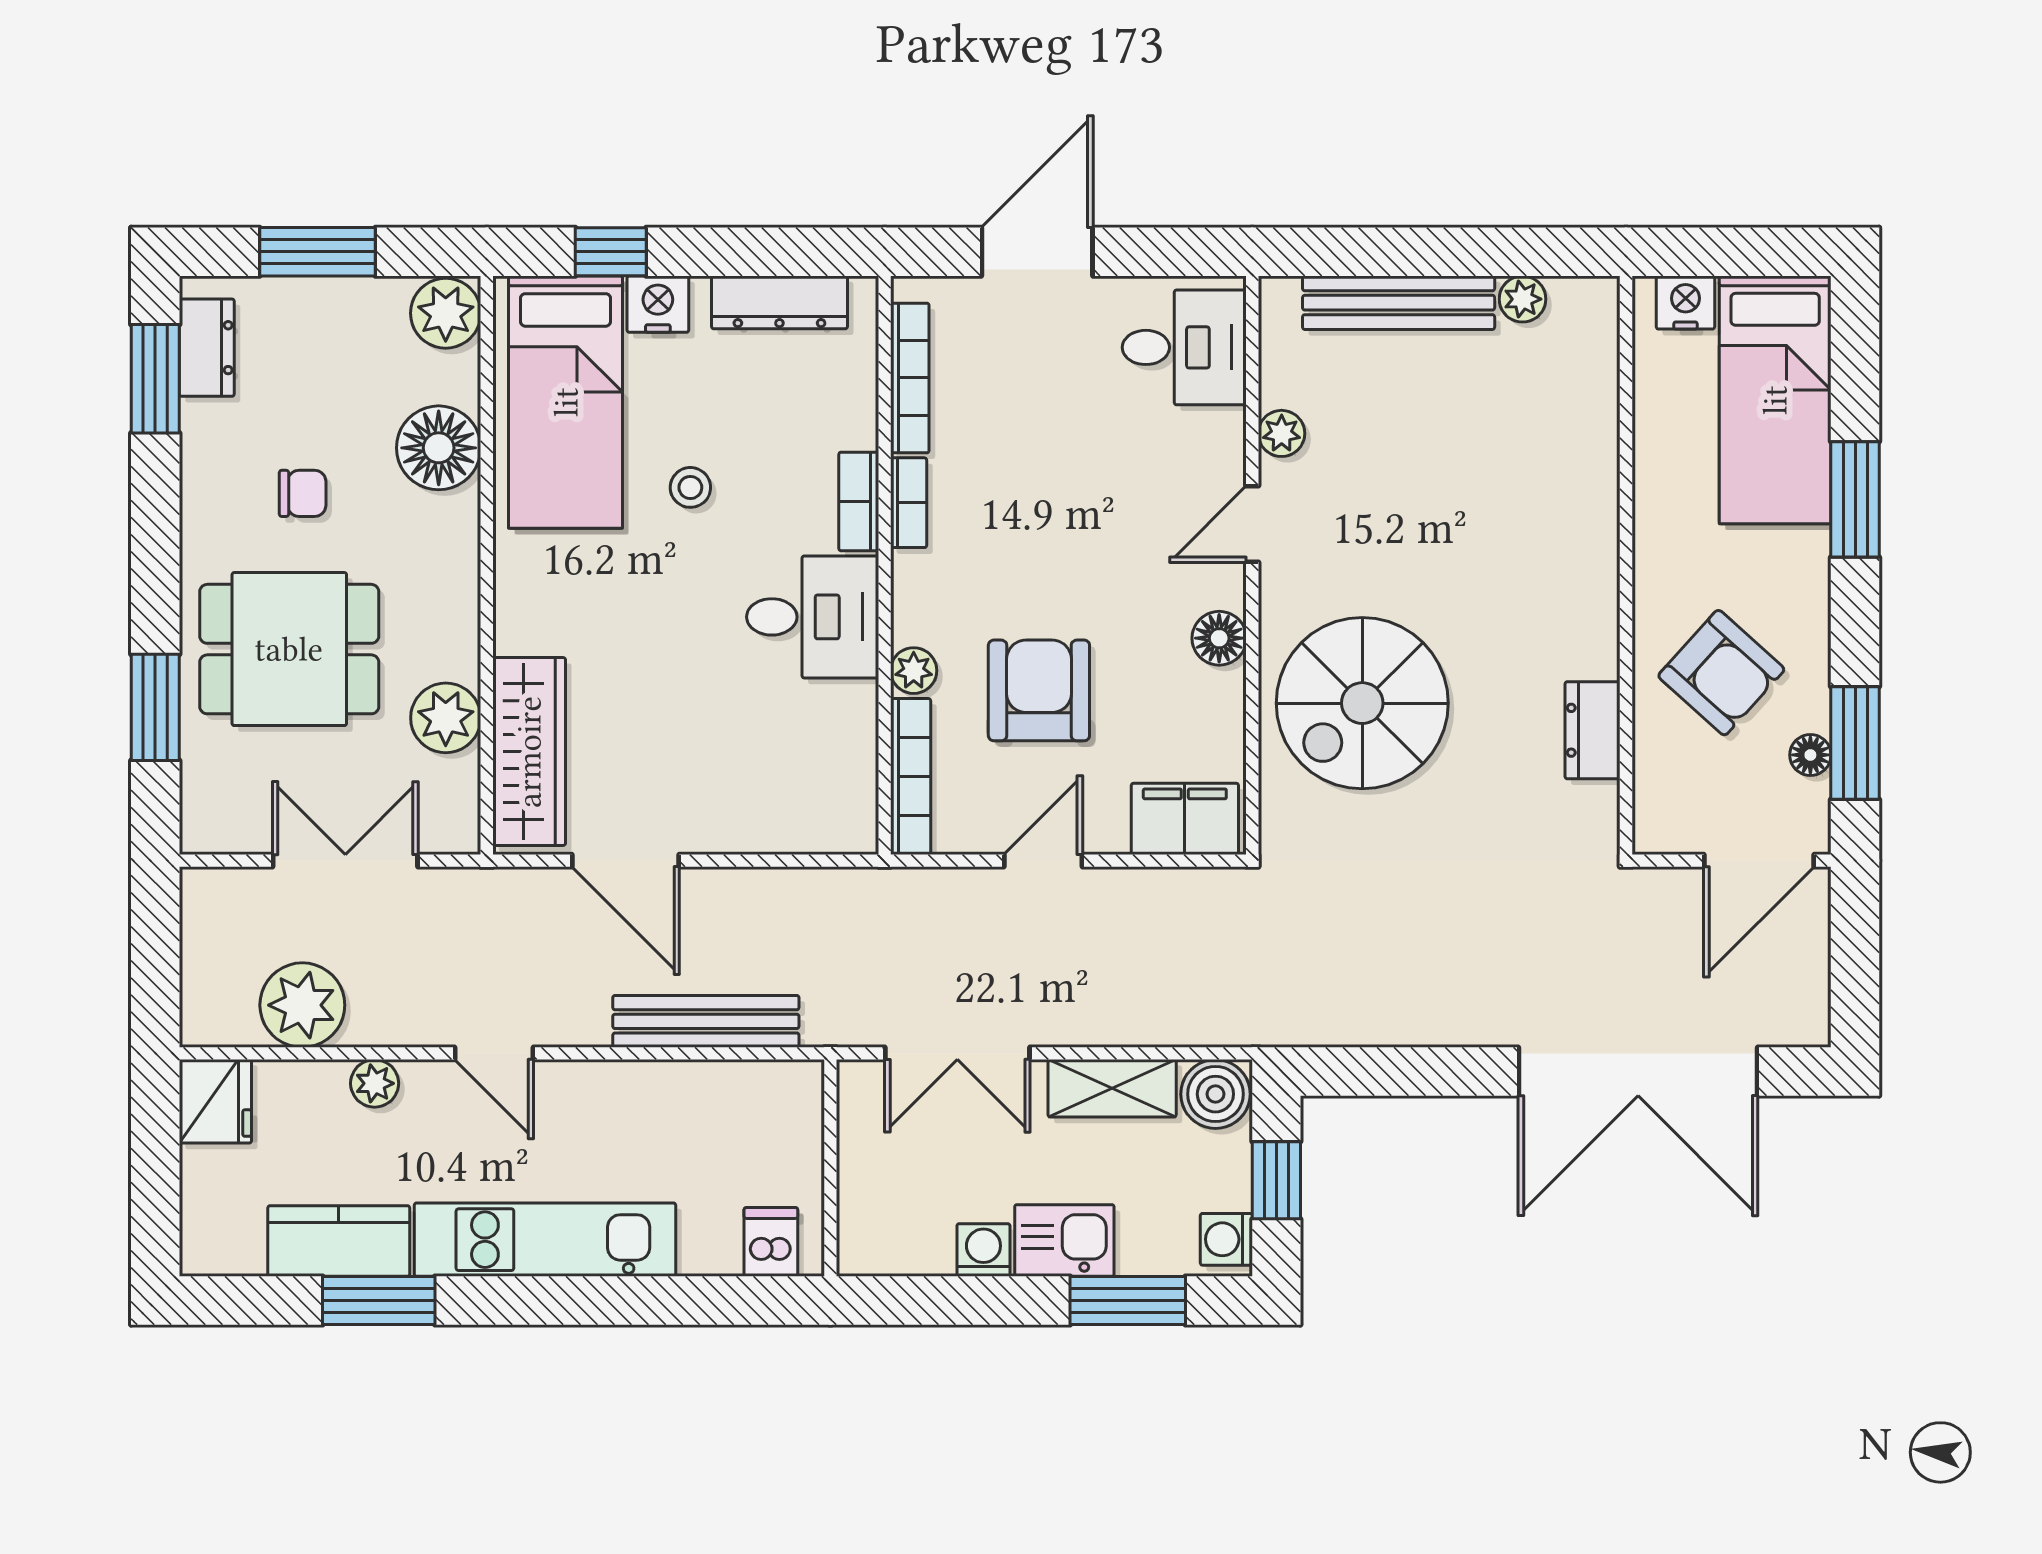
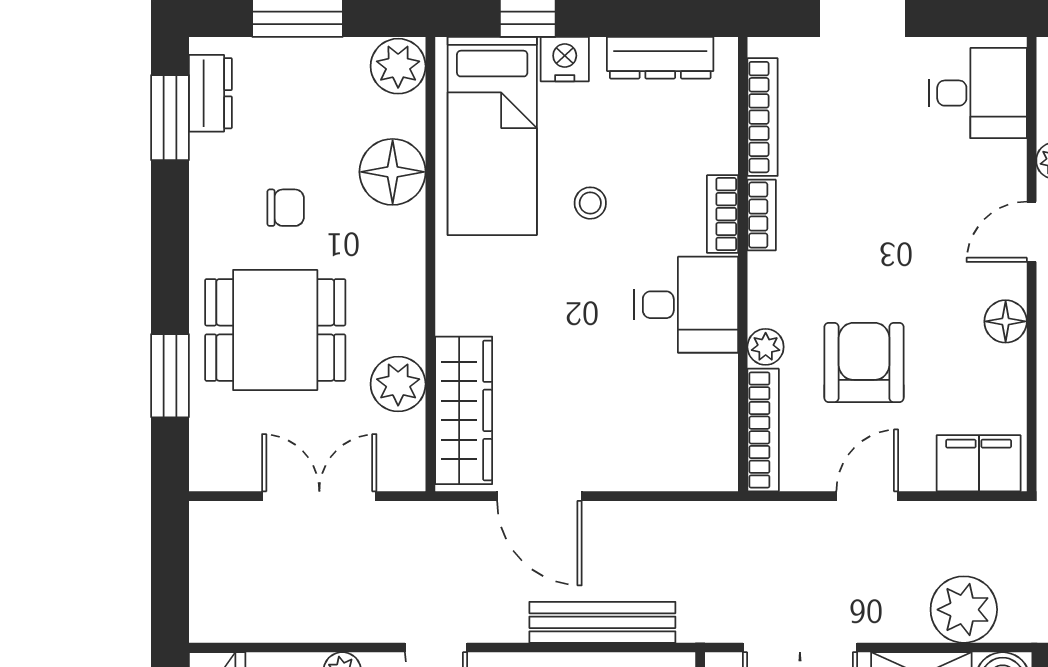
plant: (302, 1005) -> (964, 610), moved

